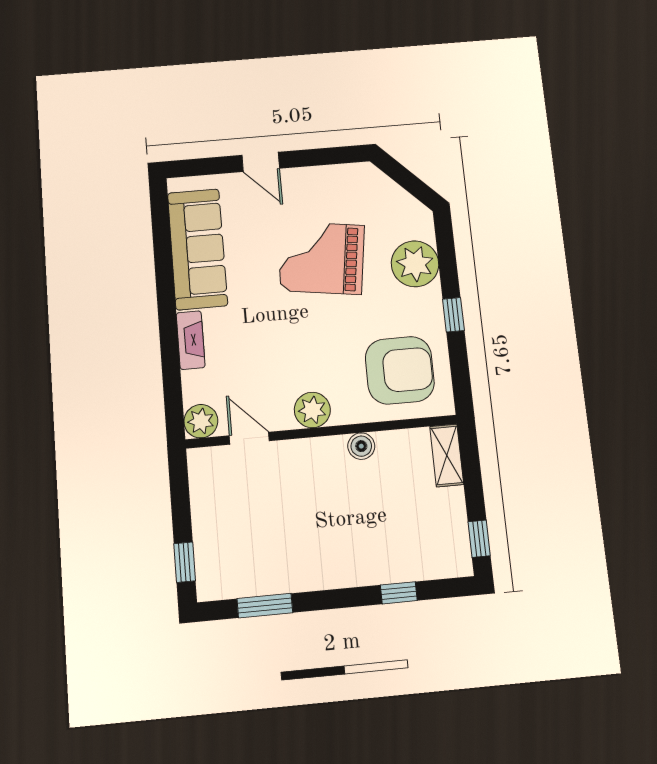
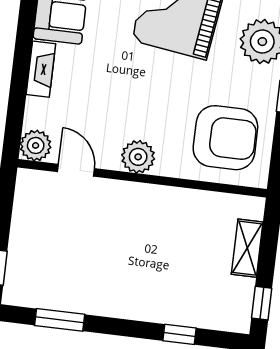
boiler: (361, 446) -> (175, 199), removed
shelving: (447, 455) -> (247, 248), moved

